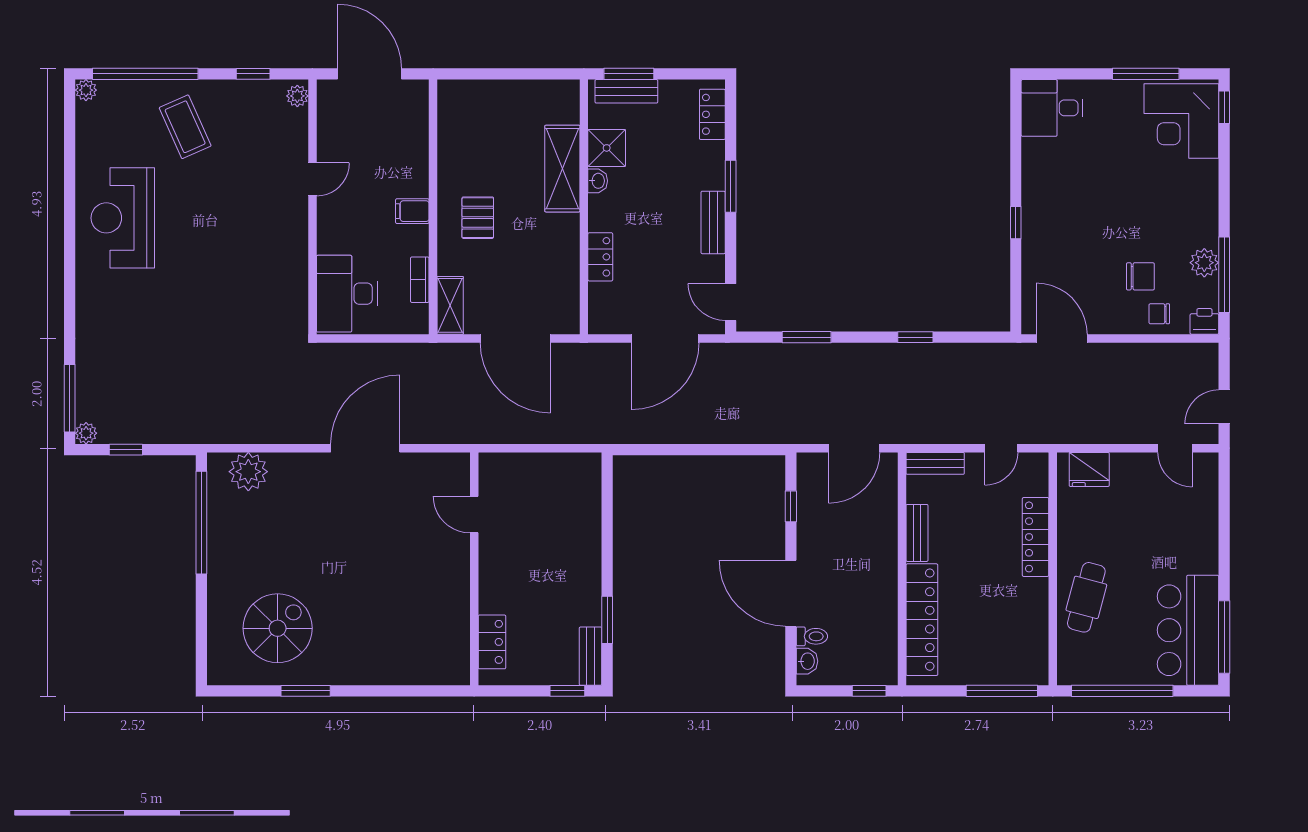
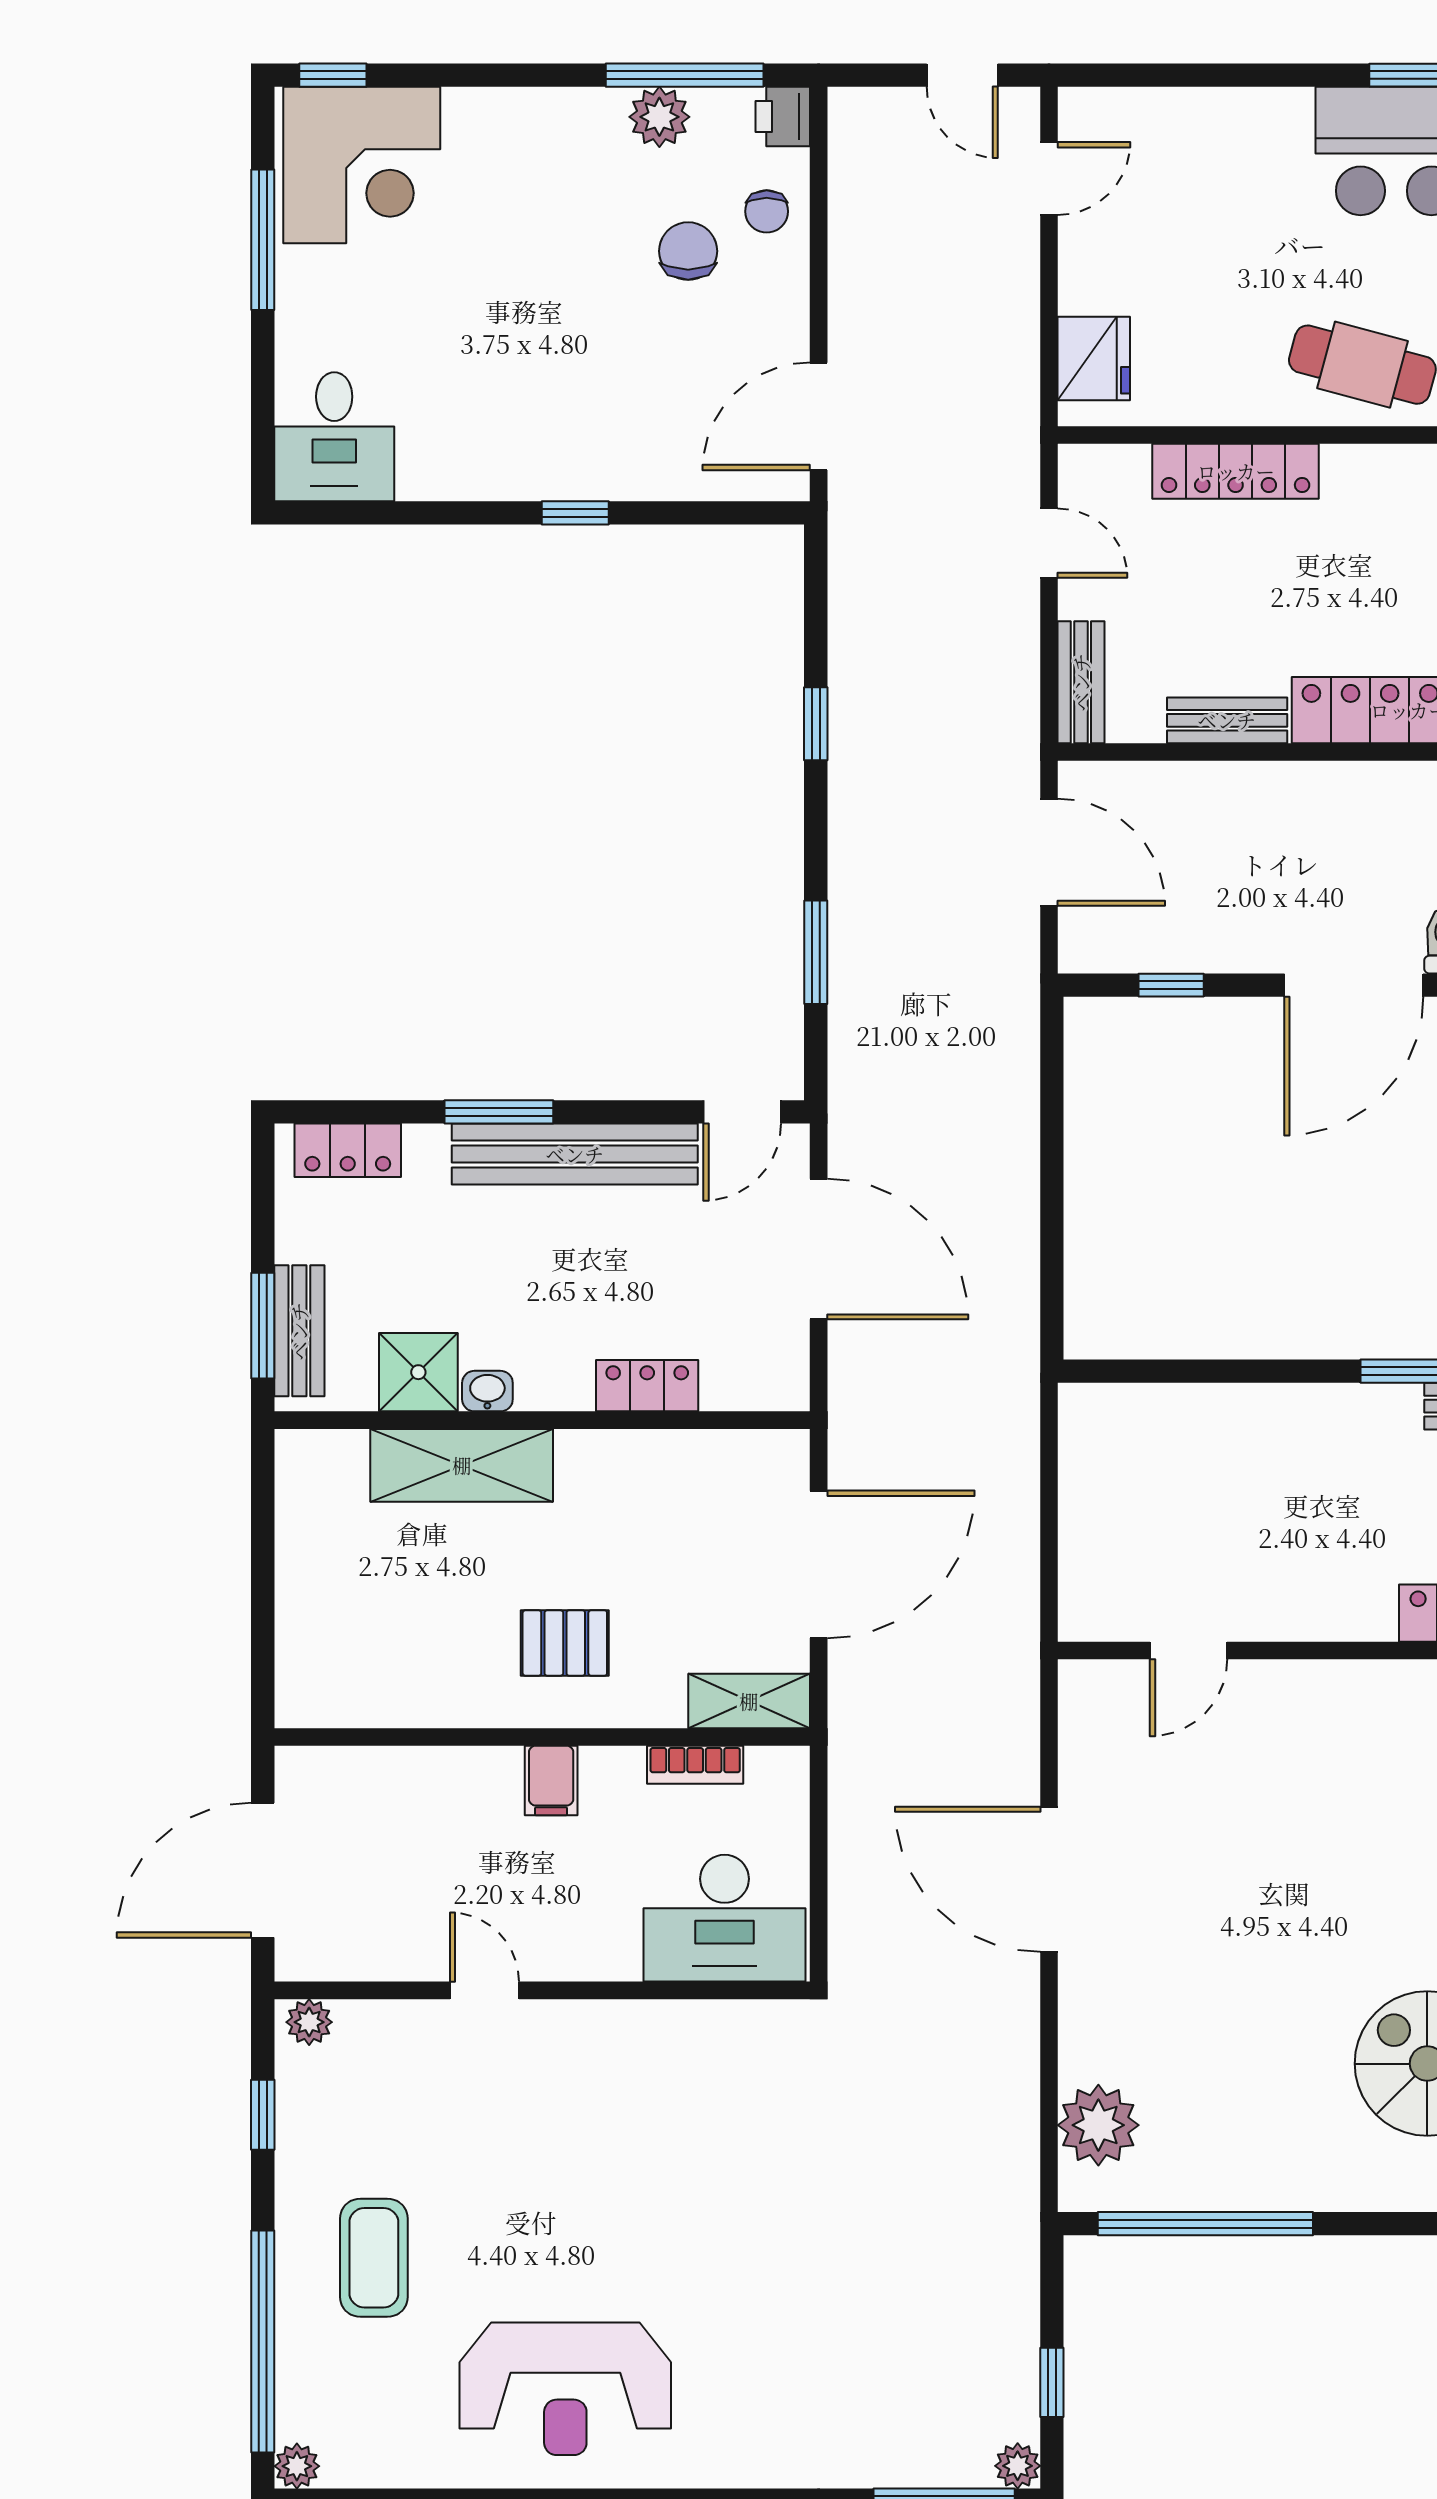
coffee table: (185, 127) -> (374, 2258), turned -66
bench: (713, 222) -> (575, 1154), width x1.86, depth x1.21

